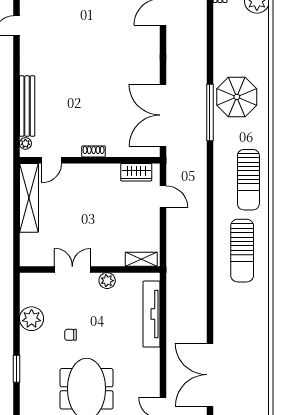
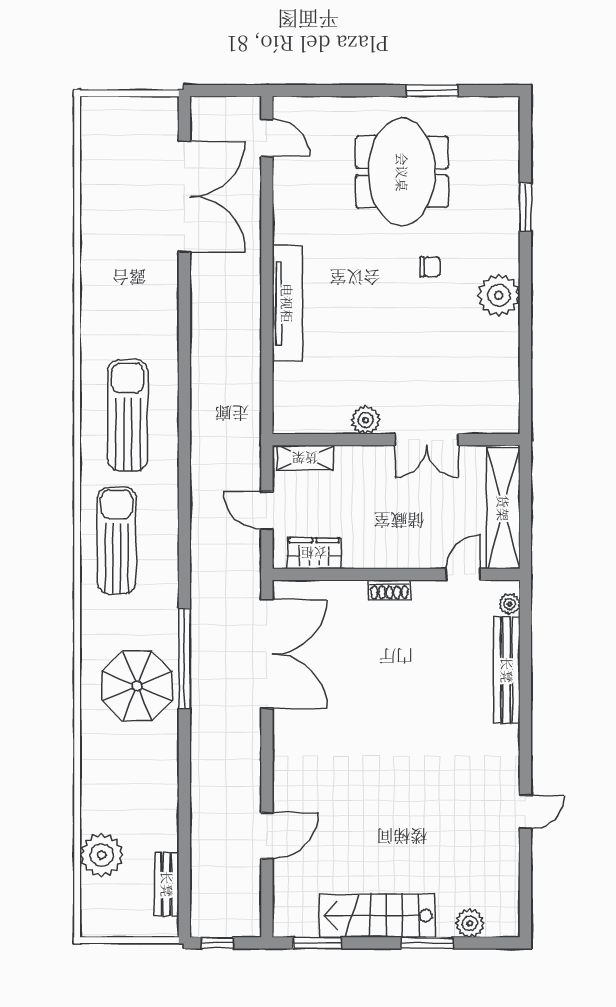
shelving: (141, 259) -> (305, 458), moved
double door: (72, 269) -> (427, 440), moved
wall: (90, 269) -> (396, 440), moved
plant: (107, 281) -> (366, 420), moved

